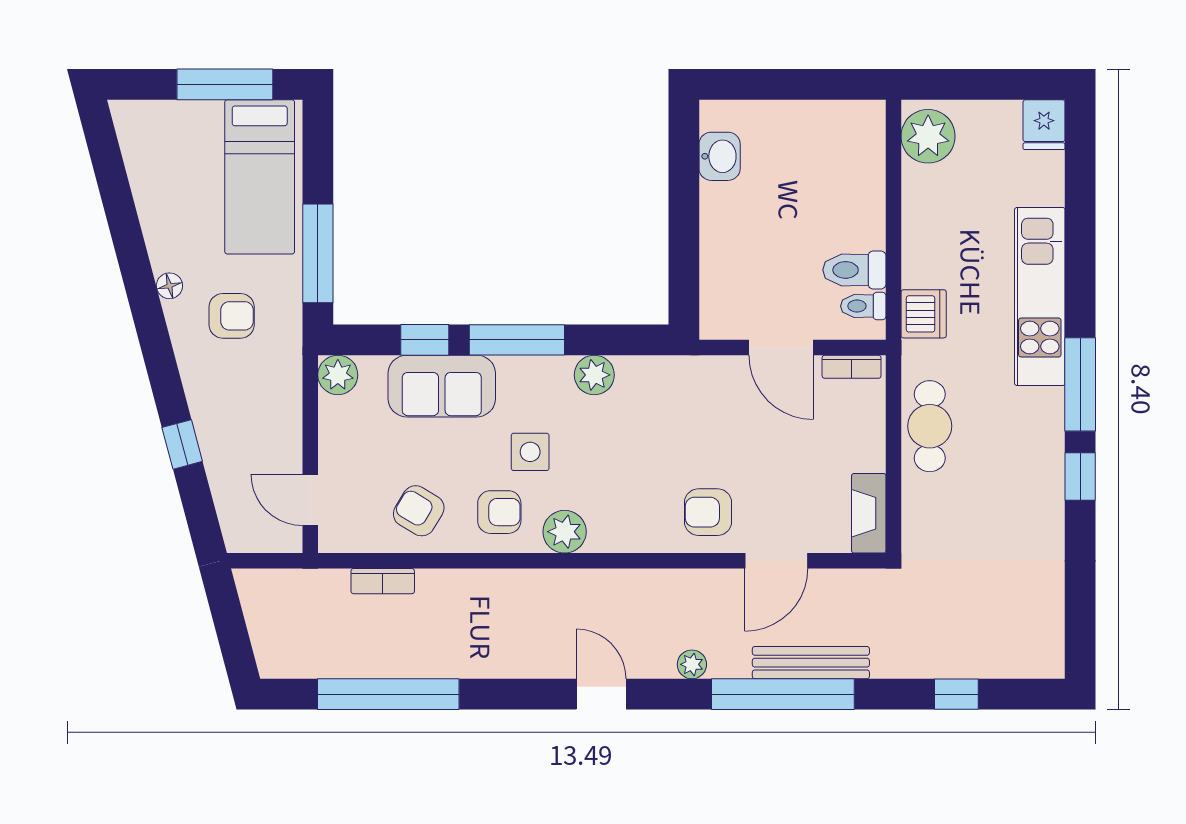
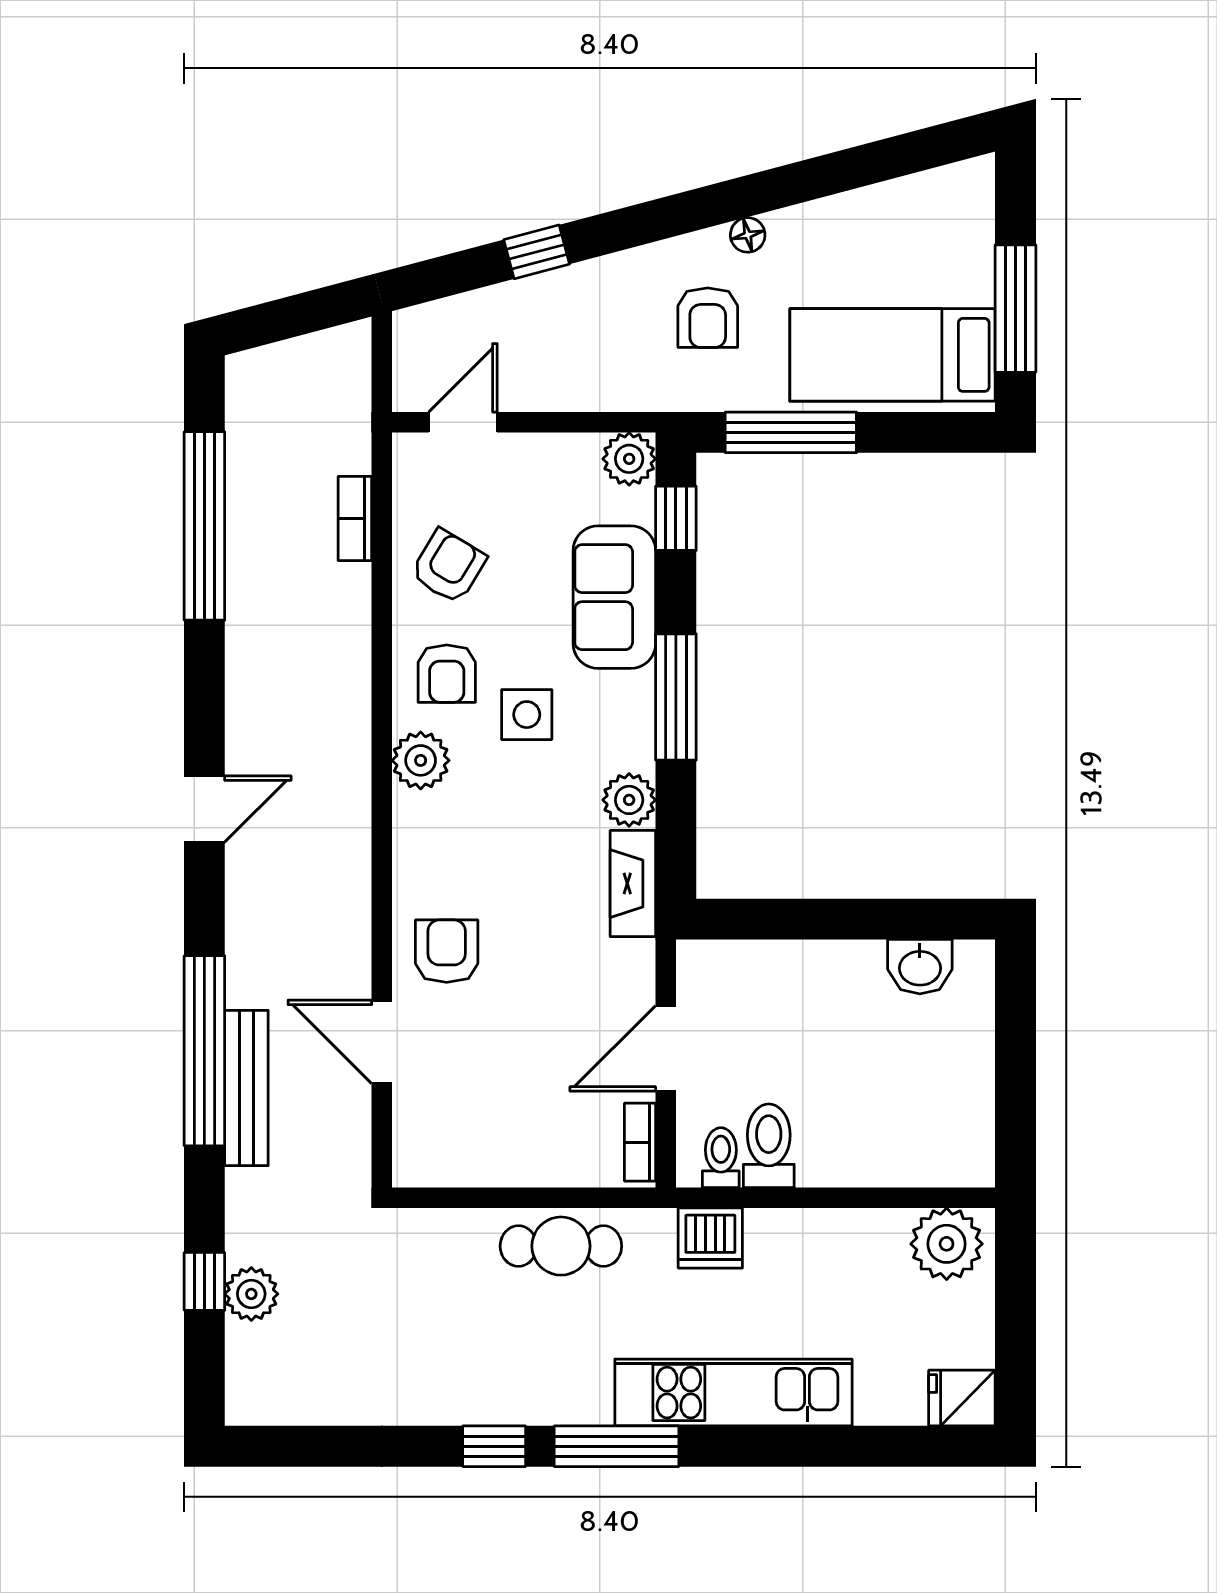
window: (425, 340) -> (676, 518), moved
fireplace: (869, 513) -> (633, 884), moved, turned -90
plant: (692, 664) -> (251, 1294), moved, width x1.38, depth x1.38

